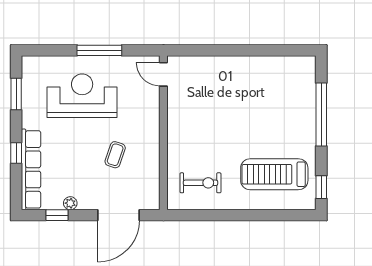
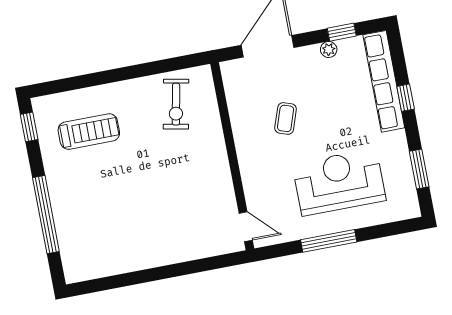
reception desk: (82, 96) -> (339, 182), turned 180
treadmill: (274, 174) -> (89, 132), width x0.73, depth x0.73
exercise bike: (201, 183) -> (176, 104), turned -79

